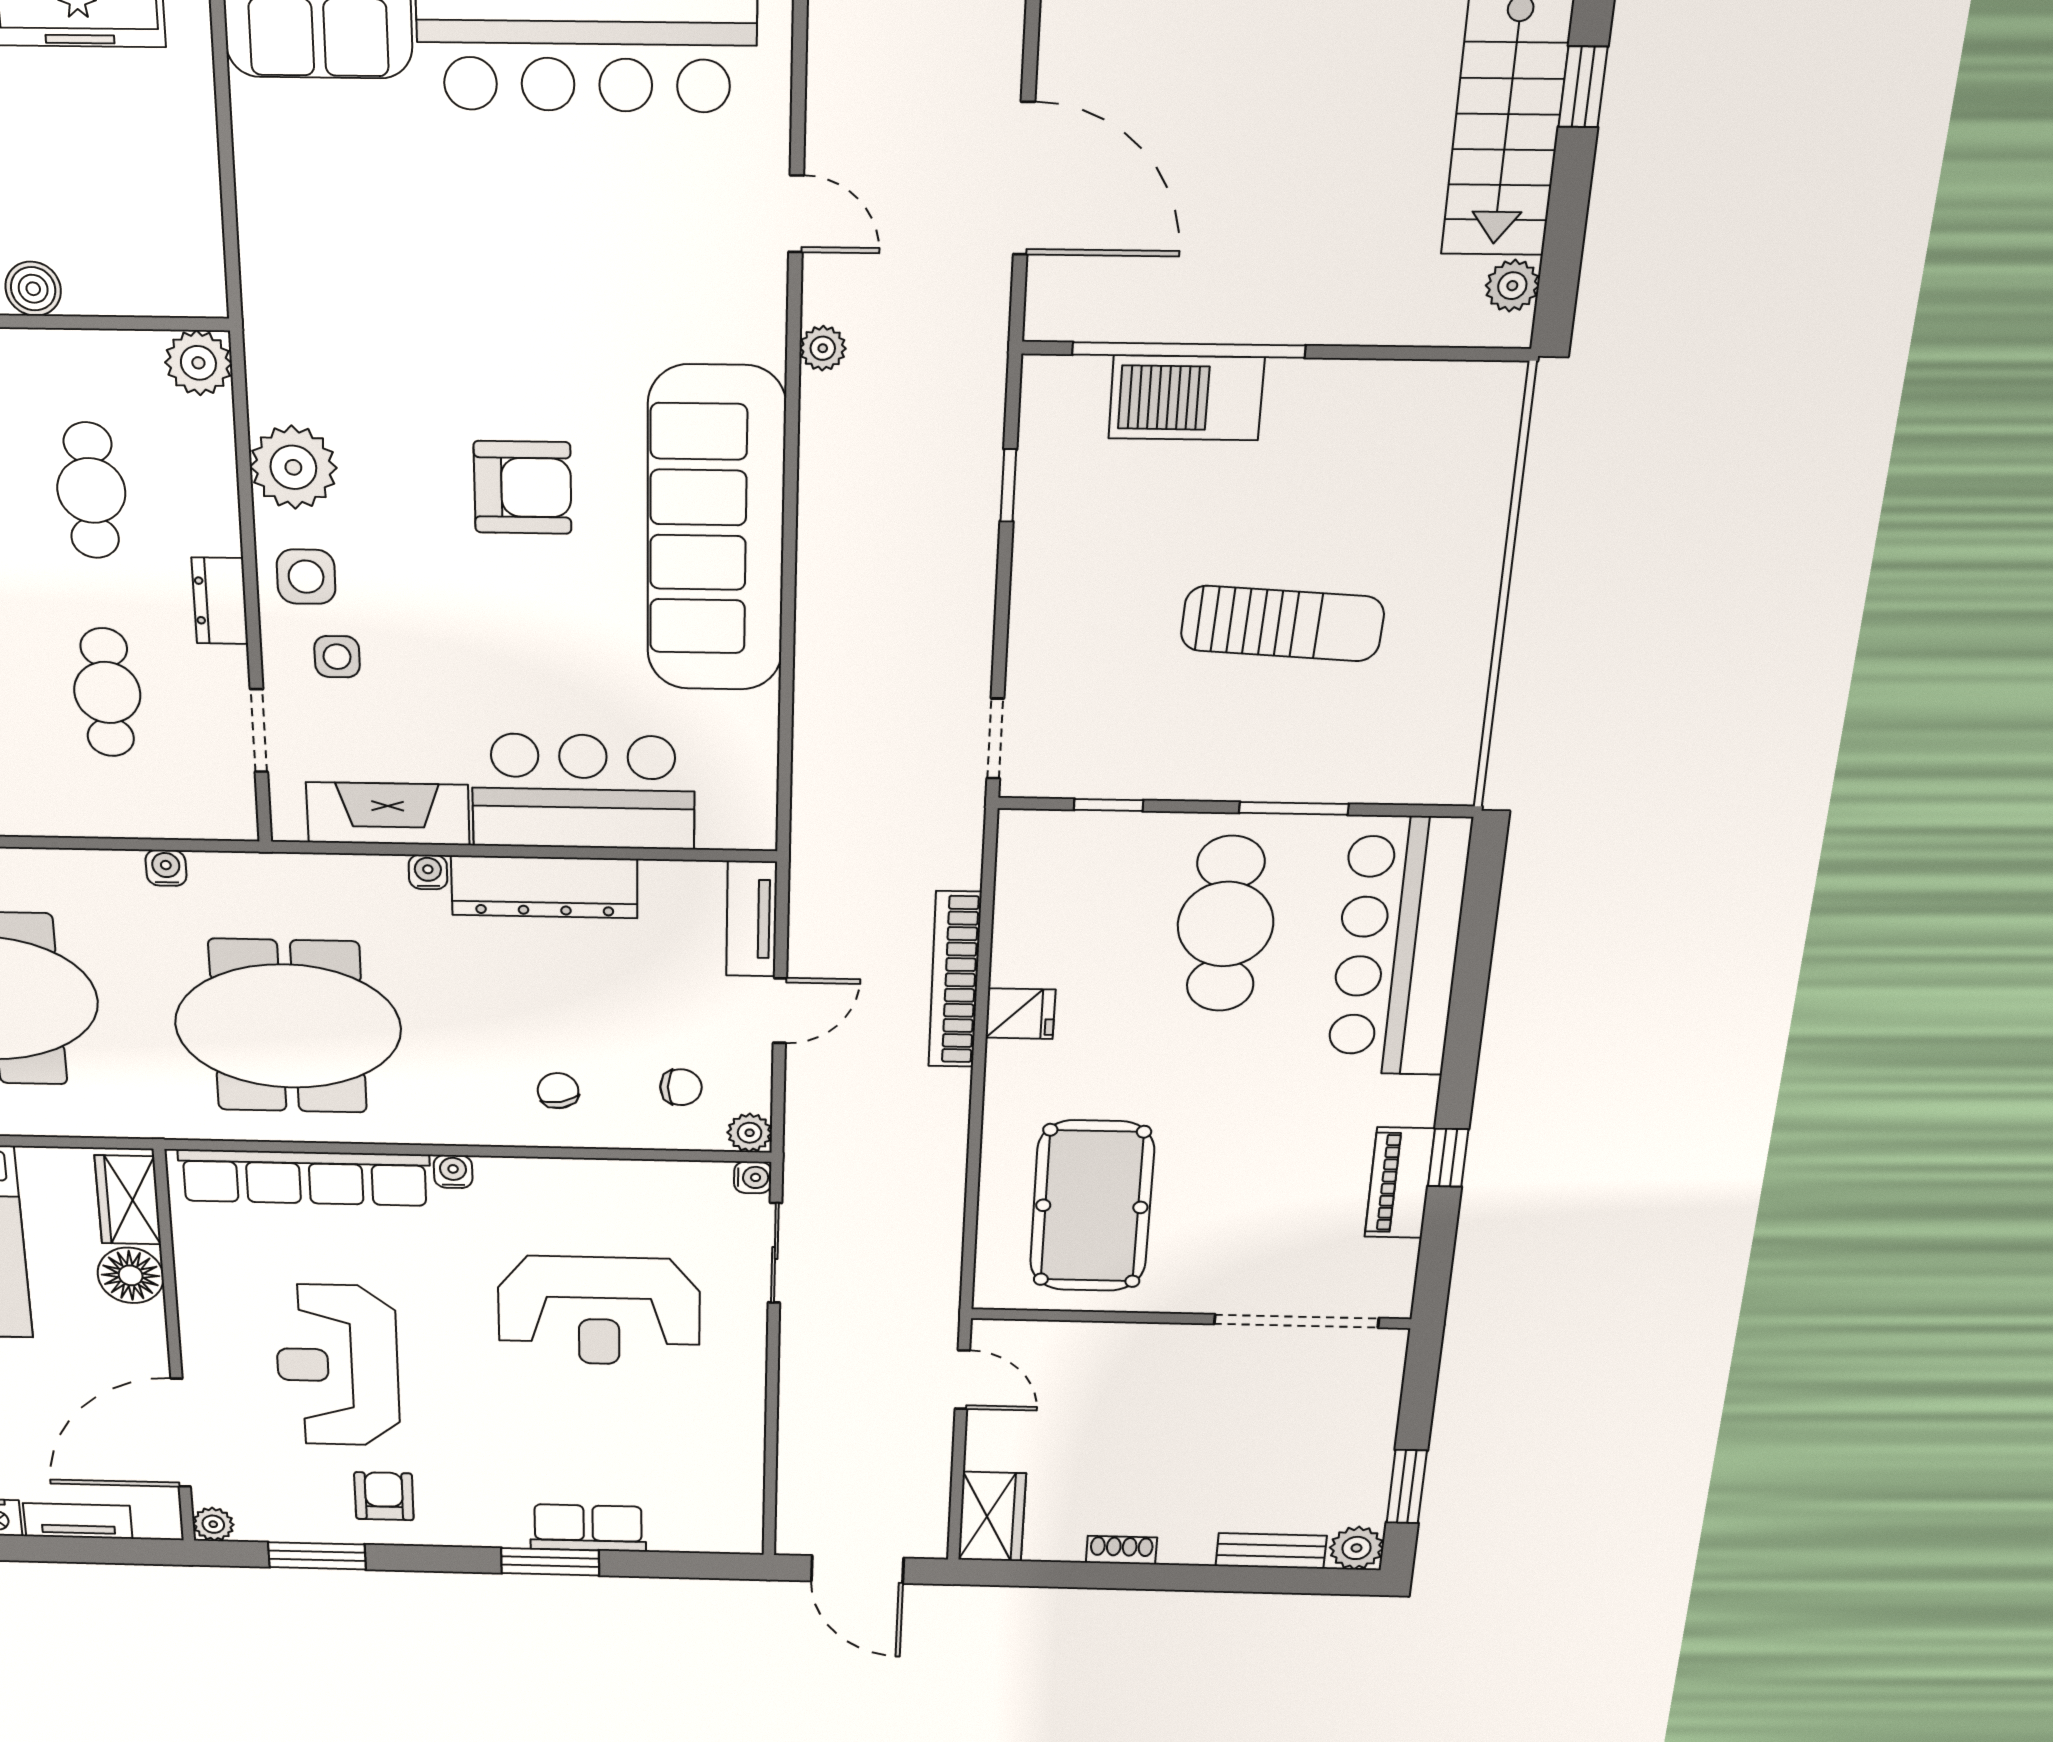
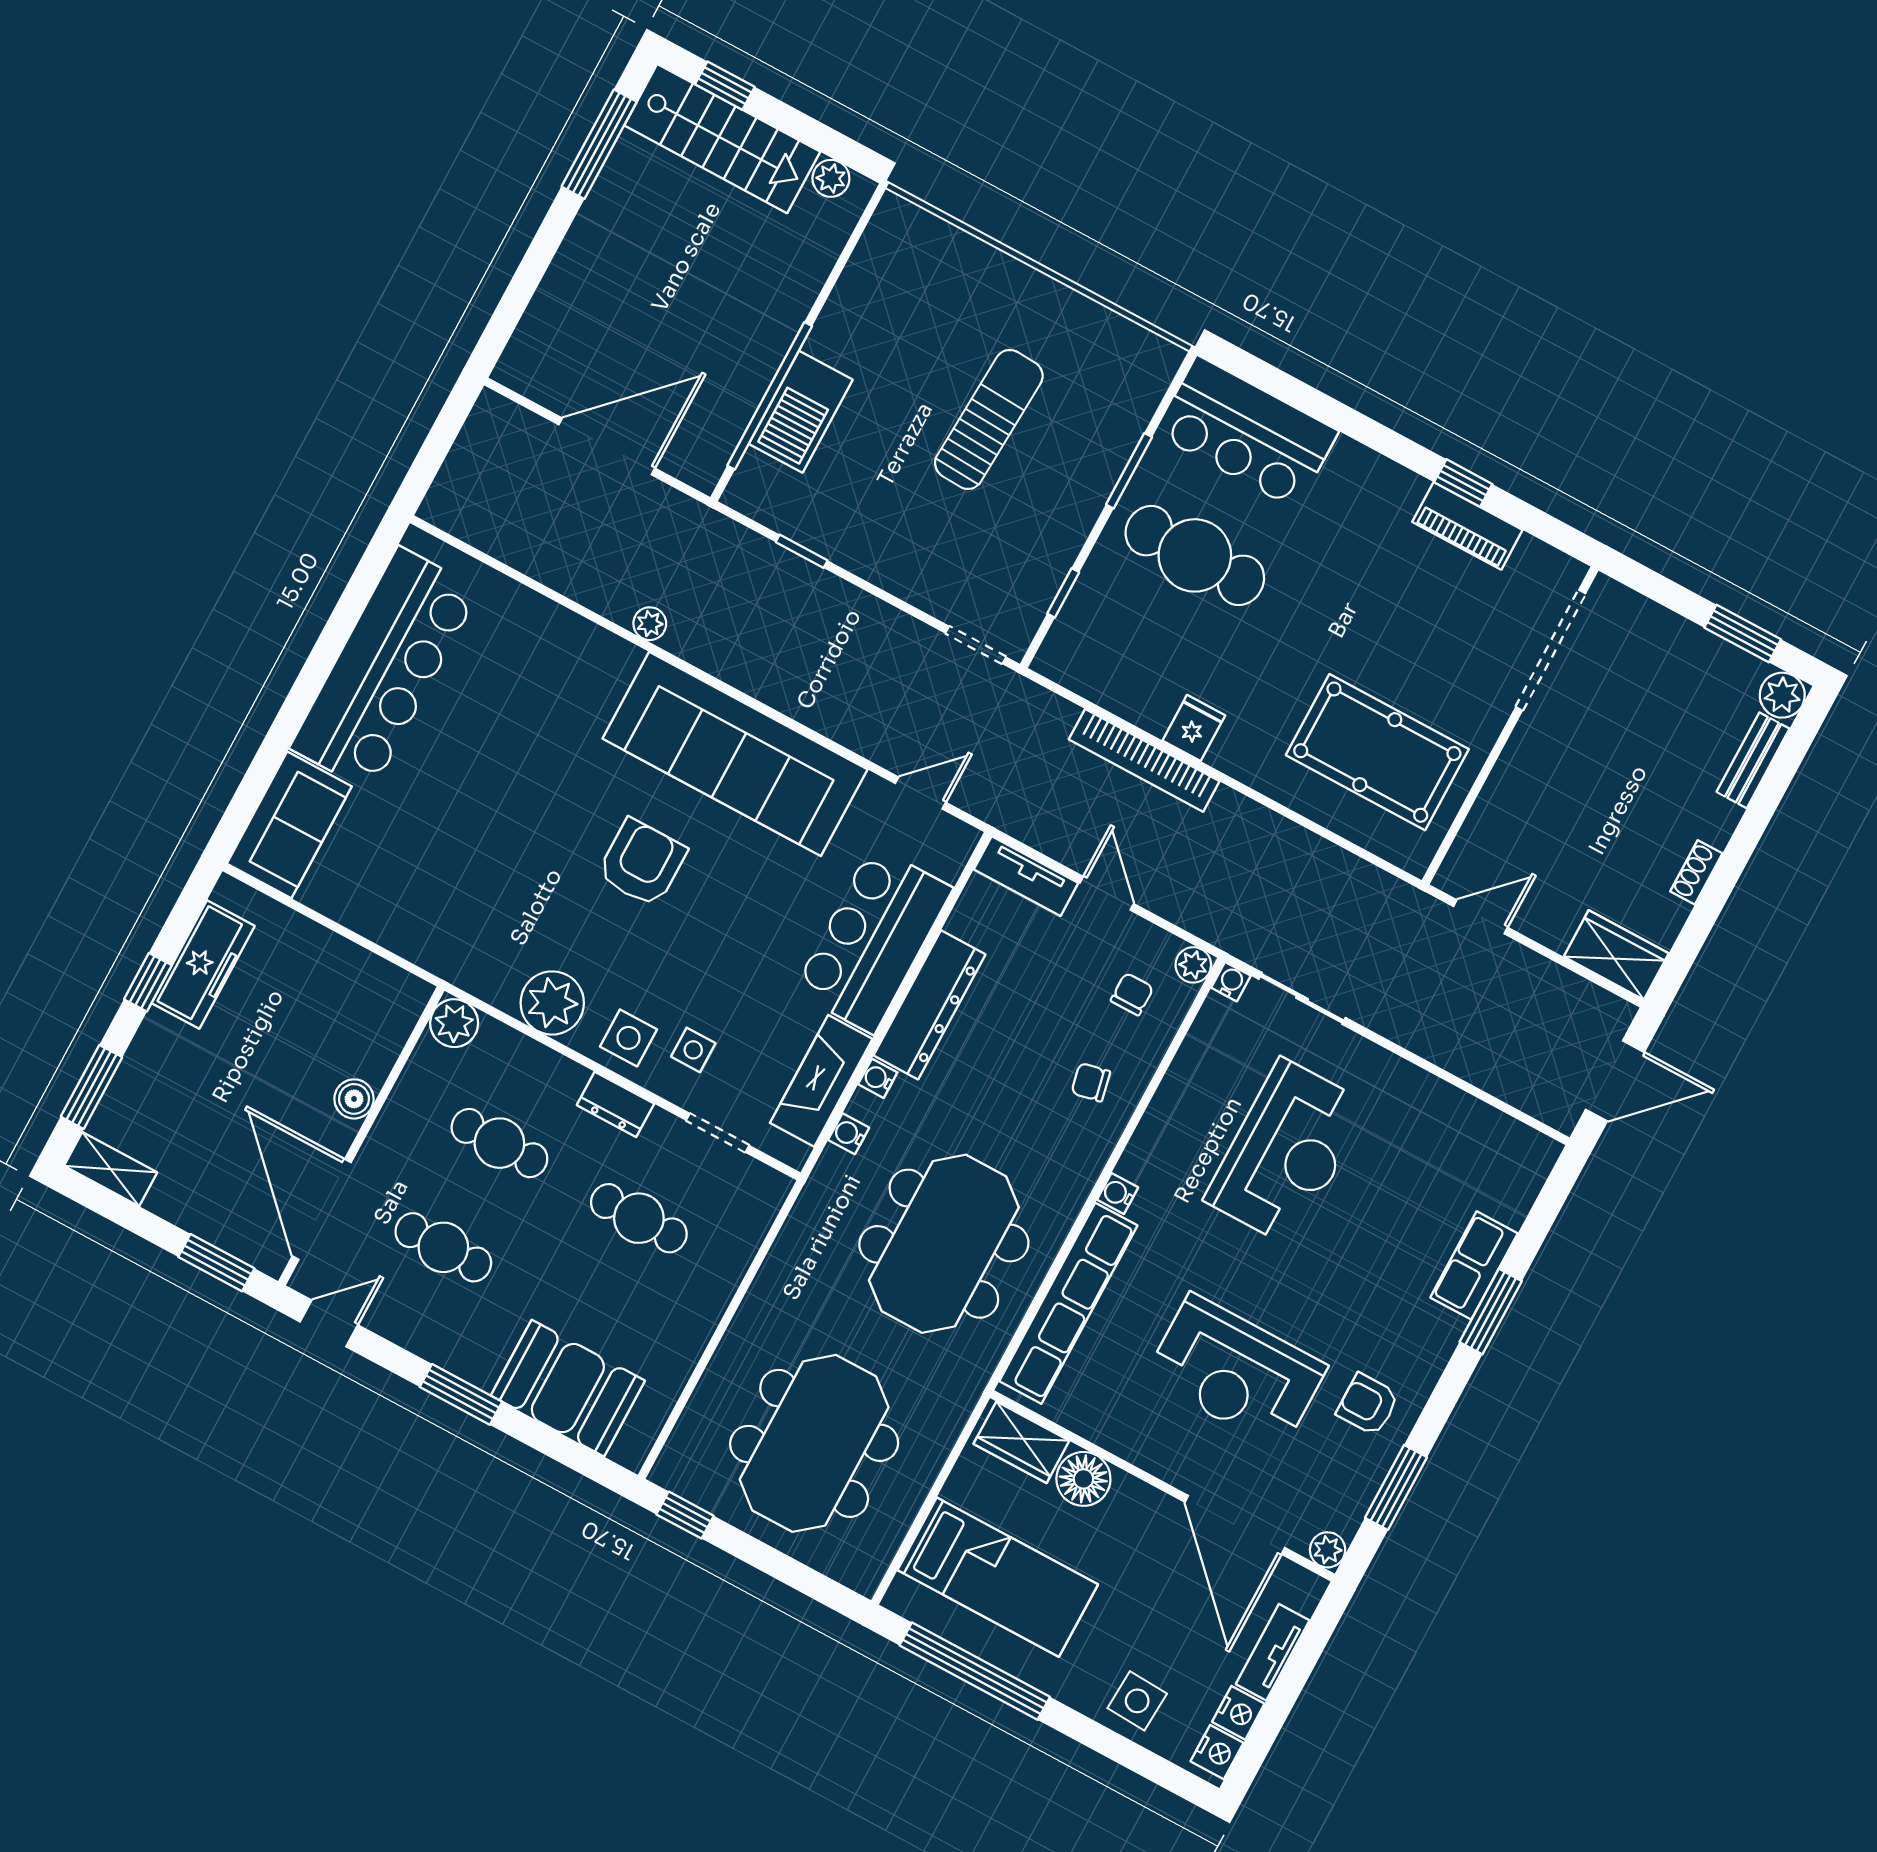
door: (796, 214) -> (920, 793), moved
water cooler: (166, 868) -> (849, 1134), moved
bar counter: (1398, 947) -> (1247, 432), width x0.73

